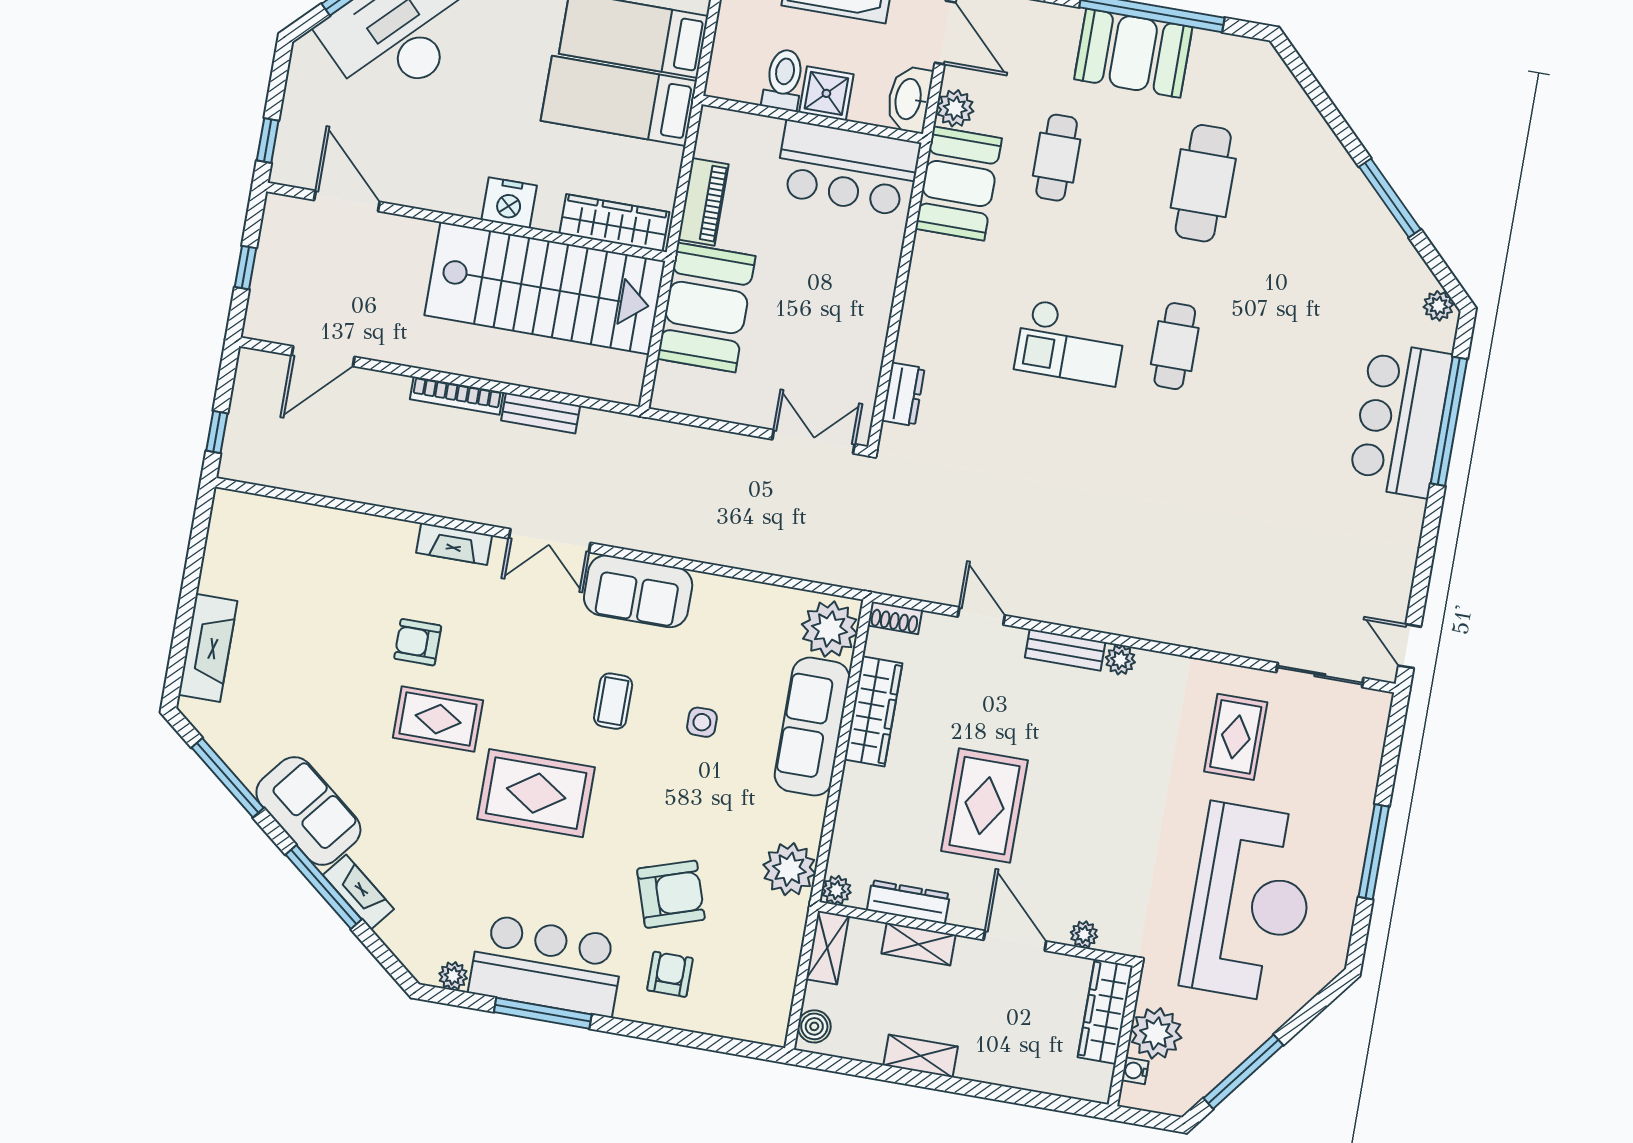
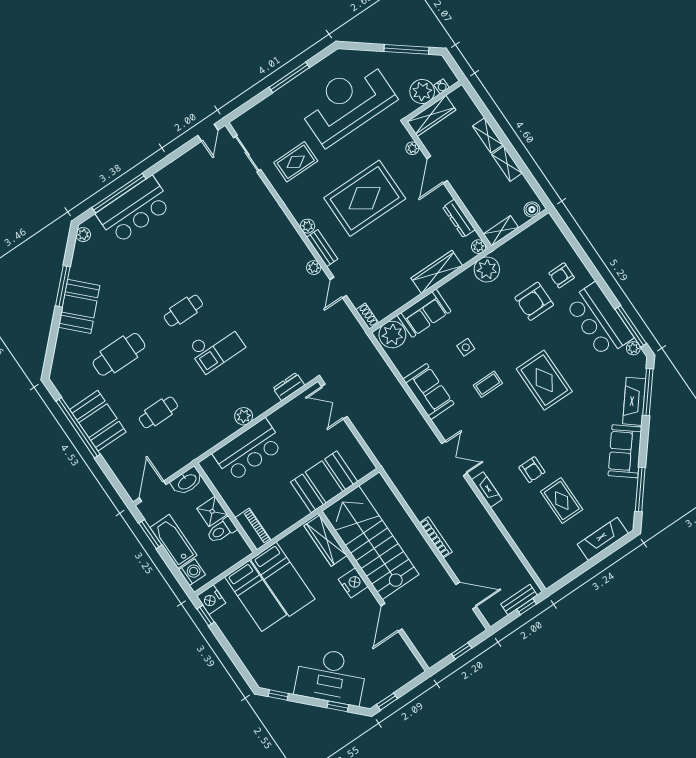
plant: (955, 108) -> (244, 416), moved
window: (268, 140) -> (387, 702), moved
bar counter: (848, 168) -> (248, 450), moved, turned 90
booth: (959, 184) -> (79, 306), moved, turned -45
door: (347, 201) -> (392, 617), moved
piano: (703, 202) -> (253, 529), moved, turned 90
checkout: (1071, 342) -> (216, 347), turned 90
bench: (541, 413) -> (519, 600), moved, turned 90
sofa: (638, 591) -> (429, 391), moved
plant: (1048, 608) -> (314, 268), added
wardrobe: (873, 711) -> (437, 272), moved
rug: (438, 719) -> (562, 501), moved
sofa: (812, 727) -> (424, 313), width x0.73
rug: (985, 806) -> (365, 198), moved, width x1.37, depth x1.44
window: (324, 887) -> (648, 392), moved
fireplace: (358, 892) -> (634, 401), width x1.37, depth x1.32
armchair: (671, 894) -> (534, 301), turned -72
shelving: (918, 944) -> (488, 135), moved
window: (543, 1013) -> (631, 326), moved

